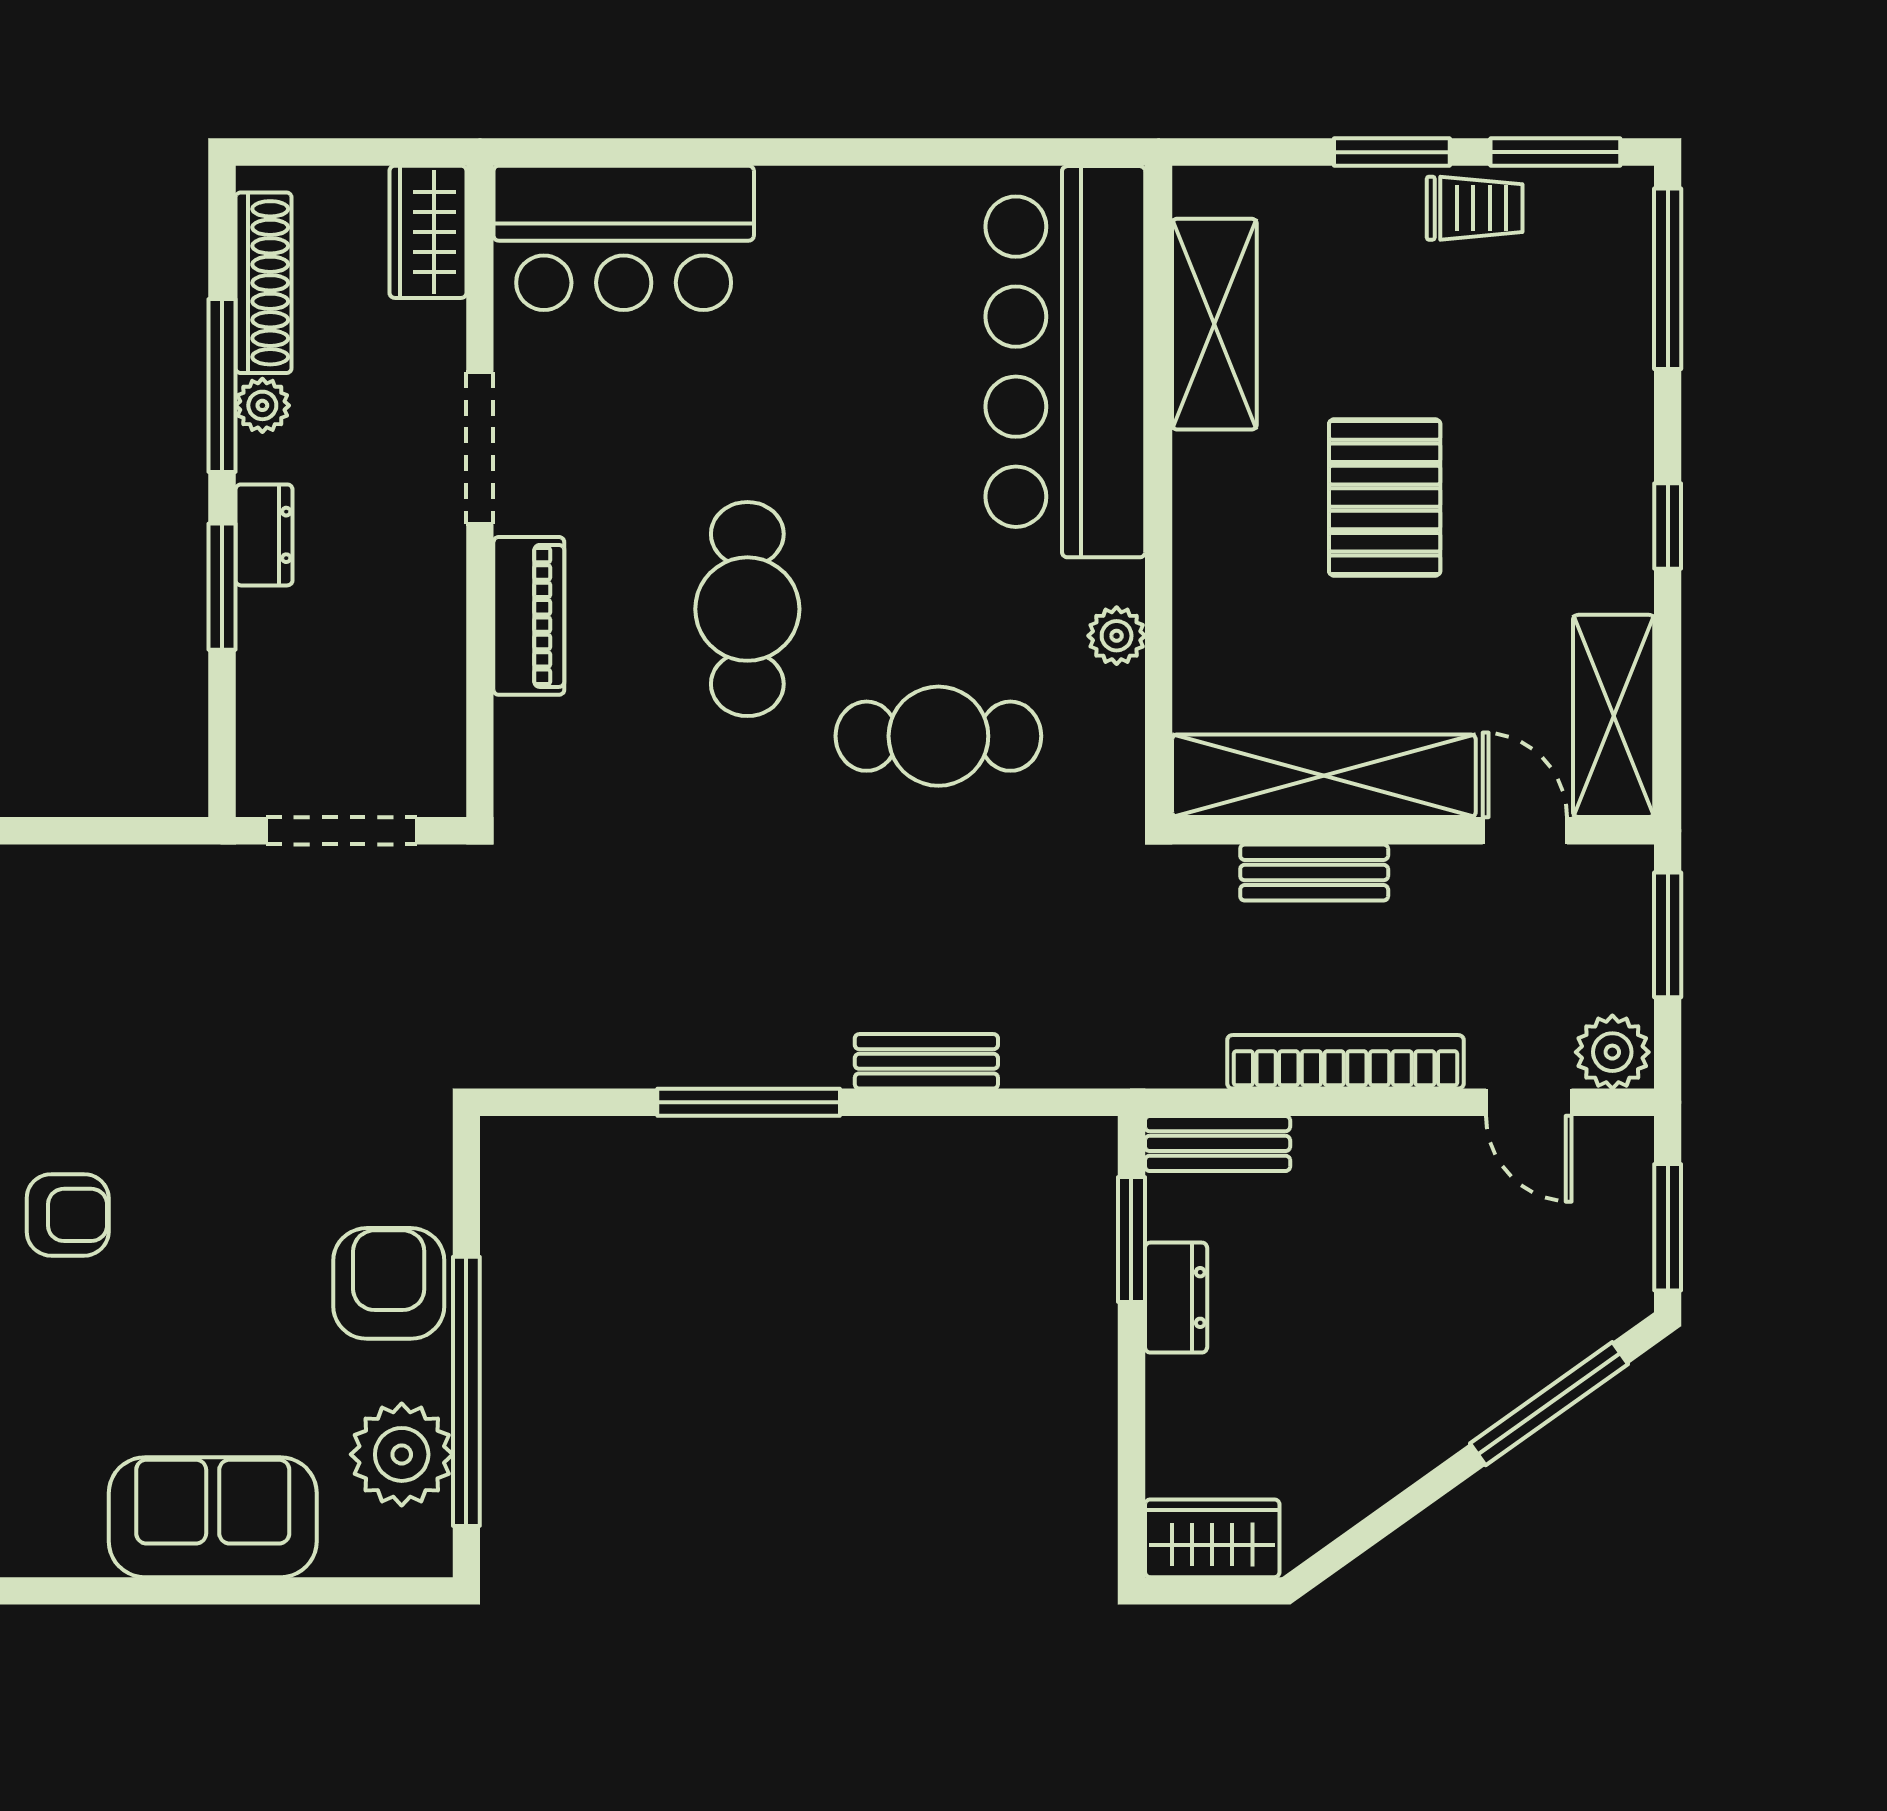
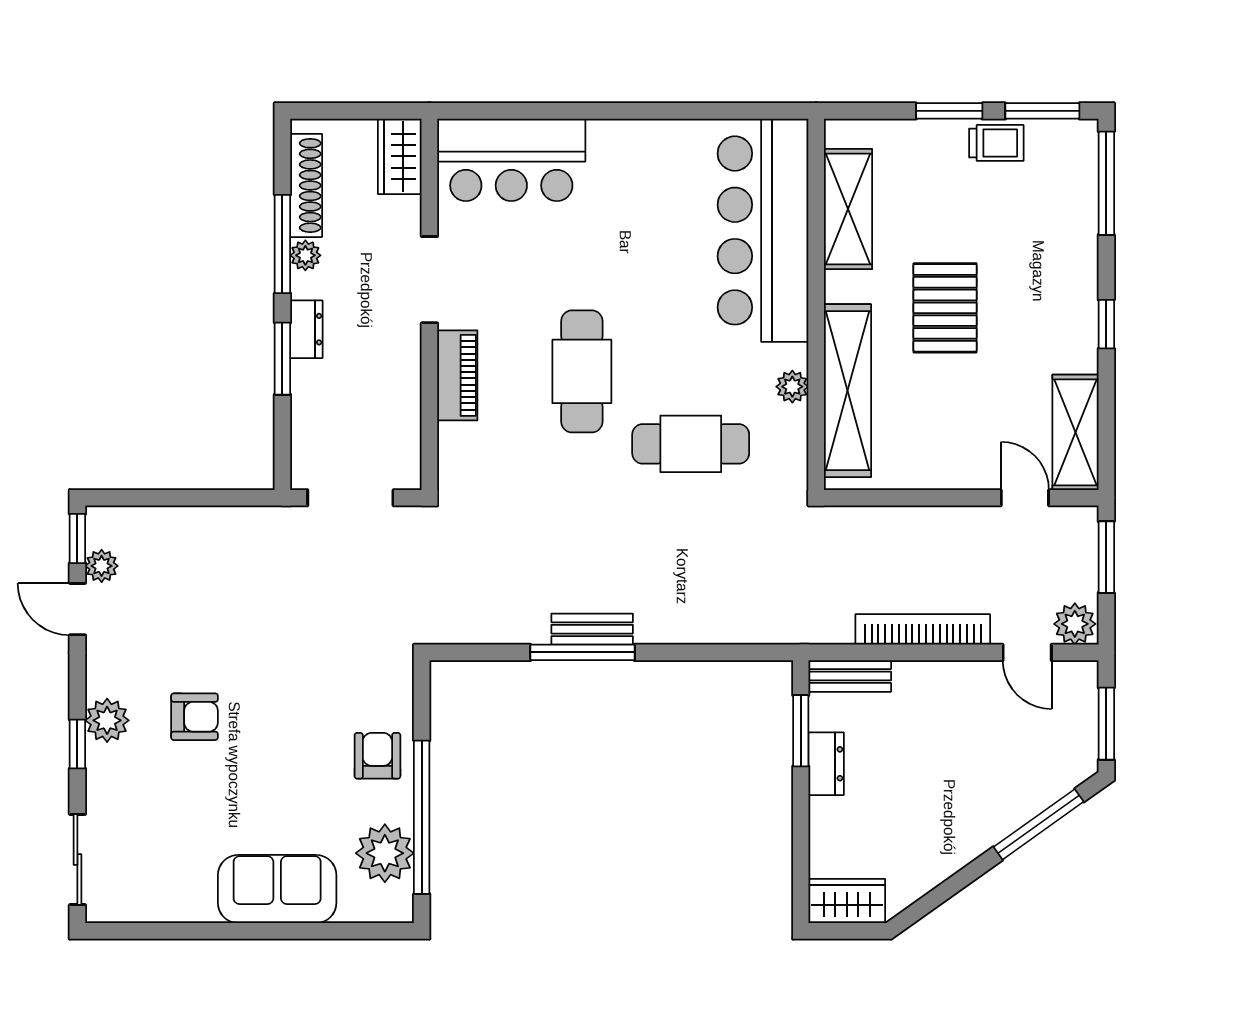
shelving: (1324, 776) -> (848, 391), moved, turned 90
bench: (1314, 873) -> (905, 522), removed
bench: (926, 1061) -> (592, 629), moved
armchair: (389, 1283) -> (377, 756), width x0.72, depth x0.72

